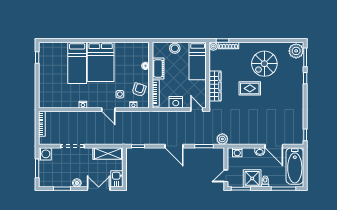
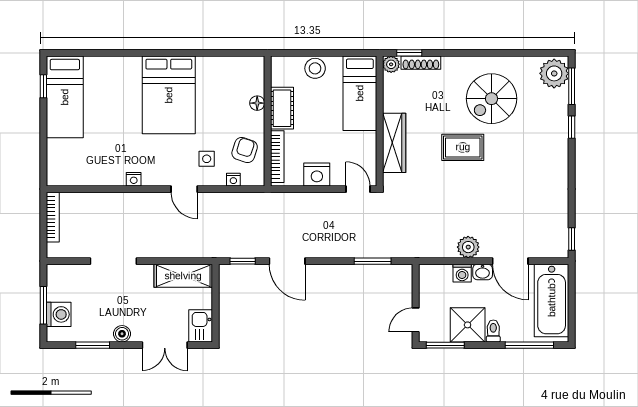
bed: (77, 63) -> (65, 97), moved
plant: (222, 139) -> (468, 247), moved
door: (174, 146) -> (287, 261), moved
washing machine: (237, 152) -> (462, 273), moved
washing machine: (45, 154) -> (59, 314), moved
double door: (99, 189) -> (165, 345), swing flipped

